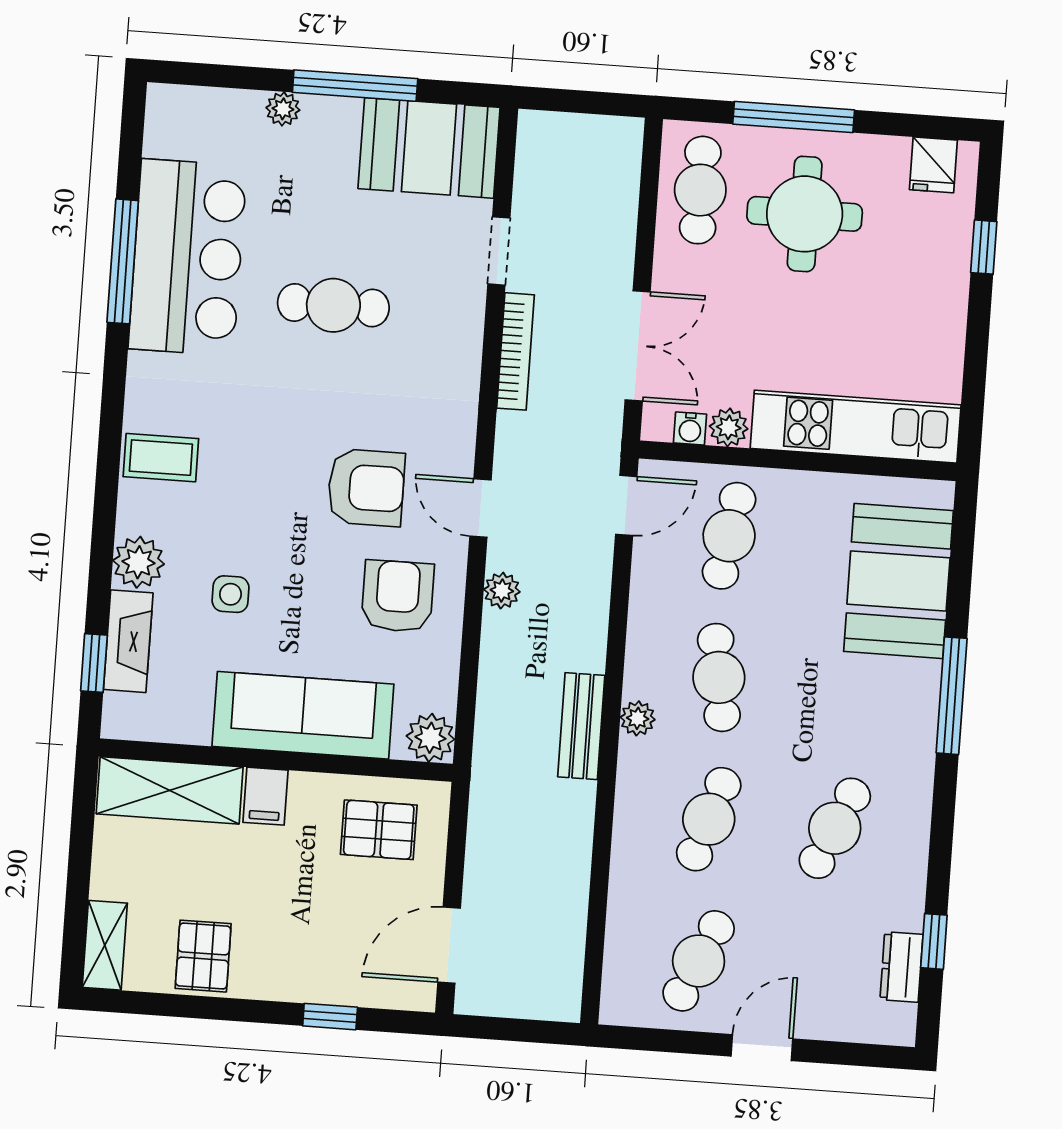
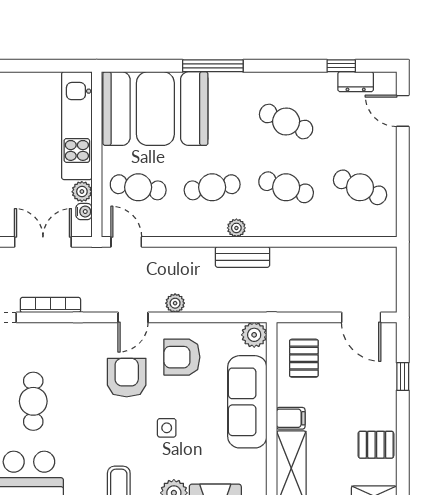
booth: (898, 581) -> (155, 109), width x1.36, depth x1.42
side table: (231, 594) -> (167, 428), moved
door: (762, 1048) -> (403, 111), moved

